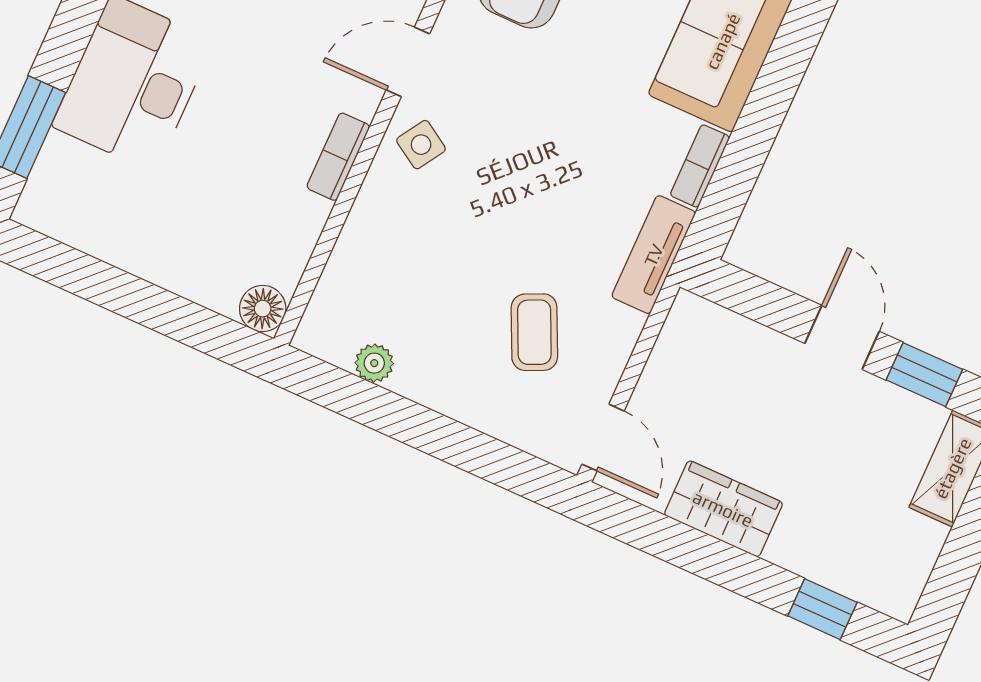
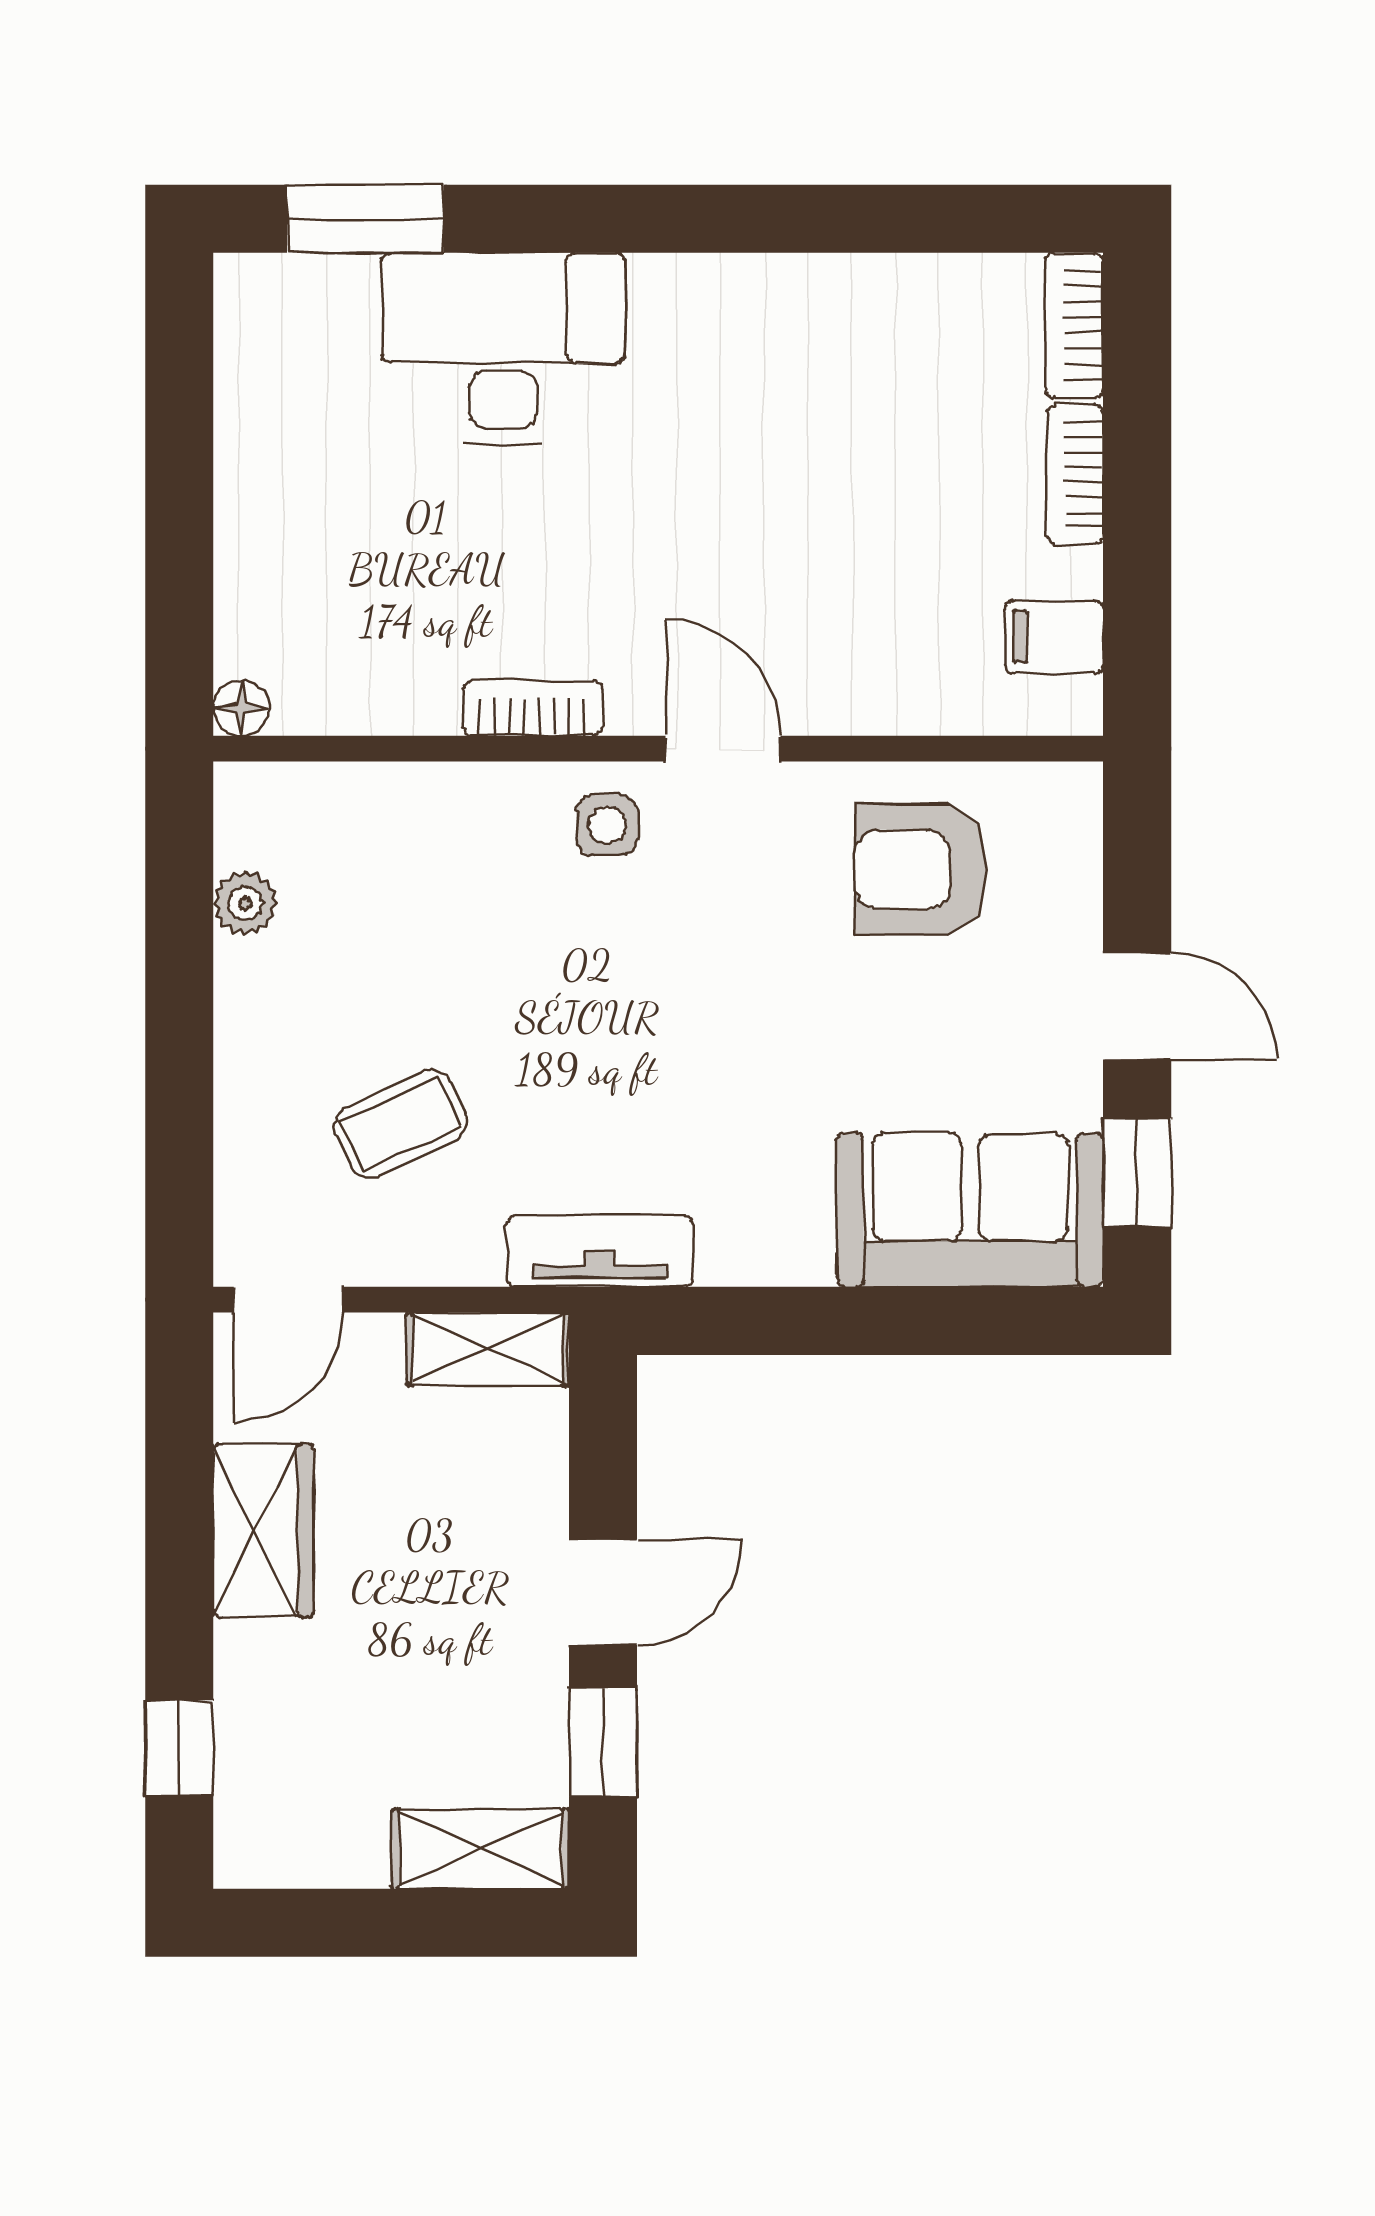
side table: (421, 145) -> (607, 825), turned -32
bookcase: (700, 166) -> (765, 1261), removed
floor lamp: (263, 309) -> (241, 708), width x0.73, depth x0.73
shelving: (680, 340) -> (488, 1349), added

